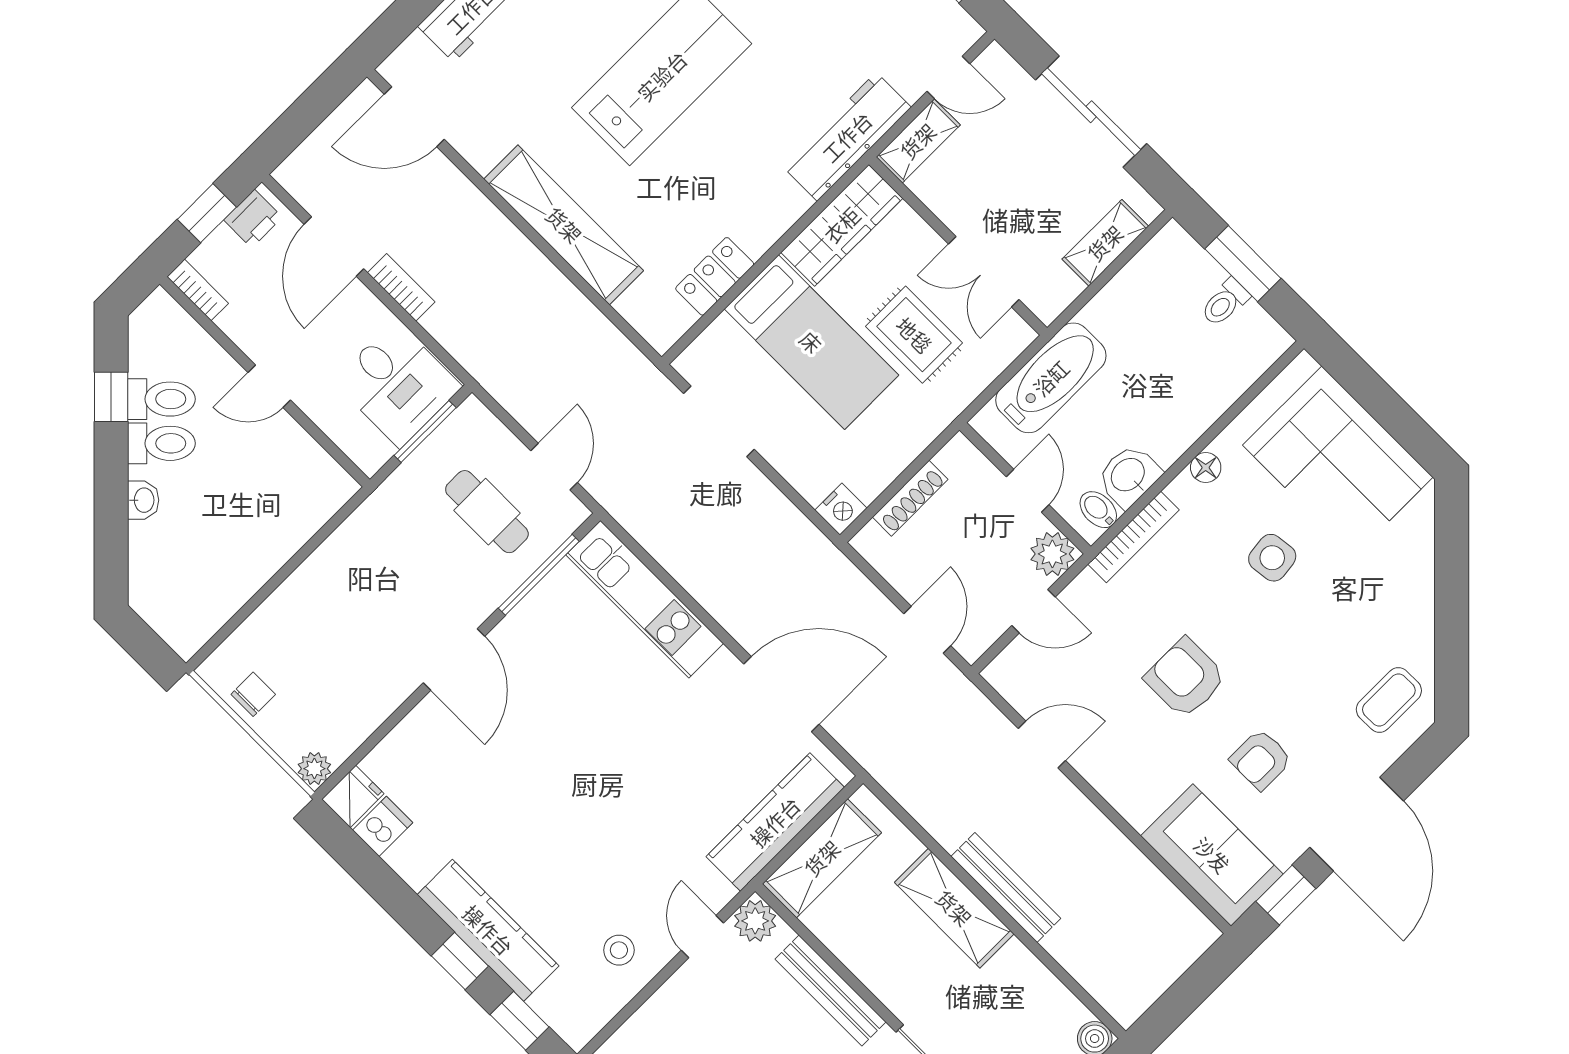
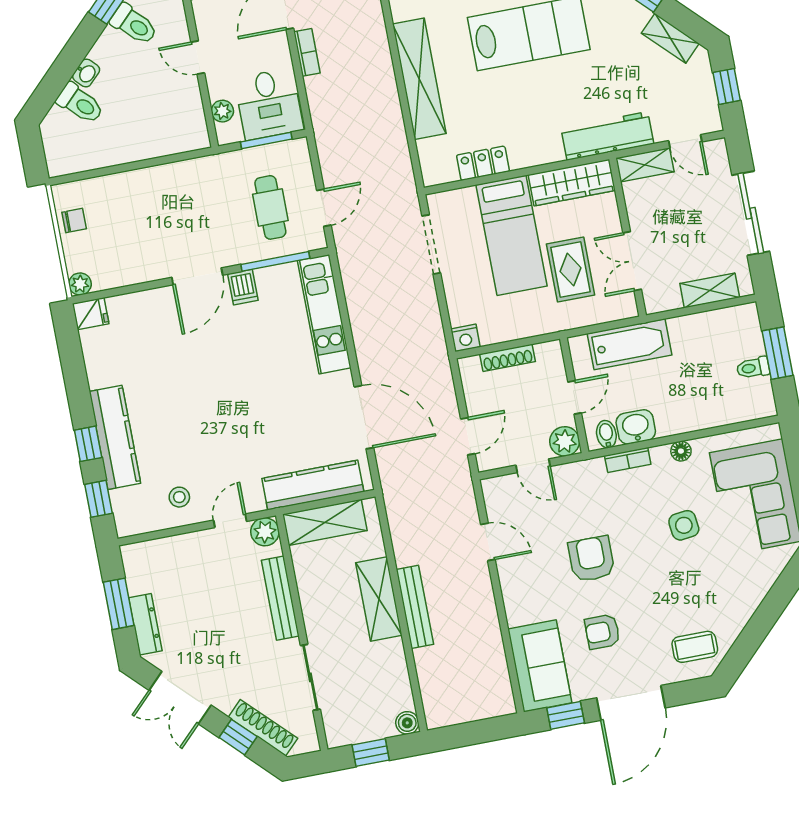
plant: (345, 432) -> (222, 111), added
toilet: (161, 443) -> (80, 103), moved
bookcase: (1134, 537) -> (628, 460), width x0.64
dishwasher: (383, 826) -> (243, 287), moved, turned 90

